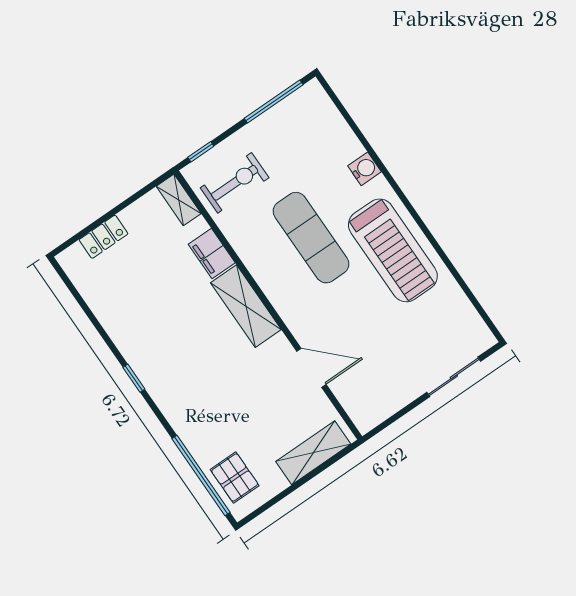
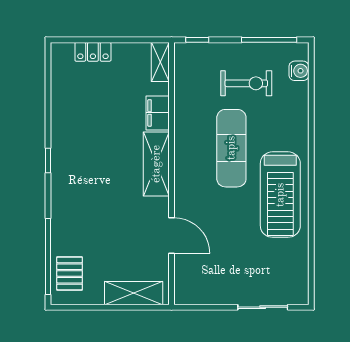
water cooler: (365, 169) -> (299, 71), moved
exercise bike: (235, 183) -> (246, 83), moved

